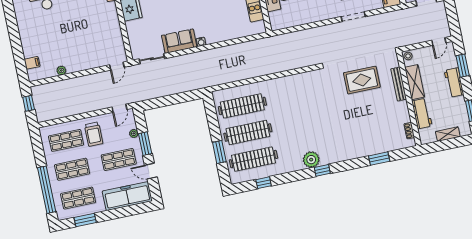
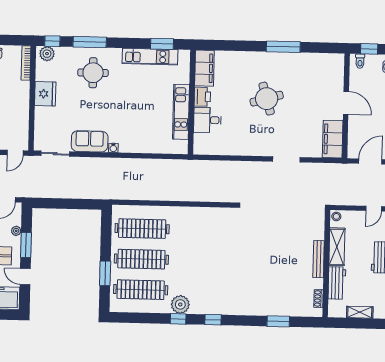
rug: (362, 80) -> (280, 231), removed
bench: (399, 84) -> (319, 259), moved
plant: (311, 160) -> (180, 304), moved
window: (264, 183) -> (178, 319), moved

